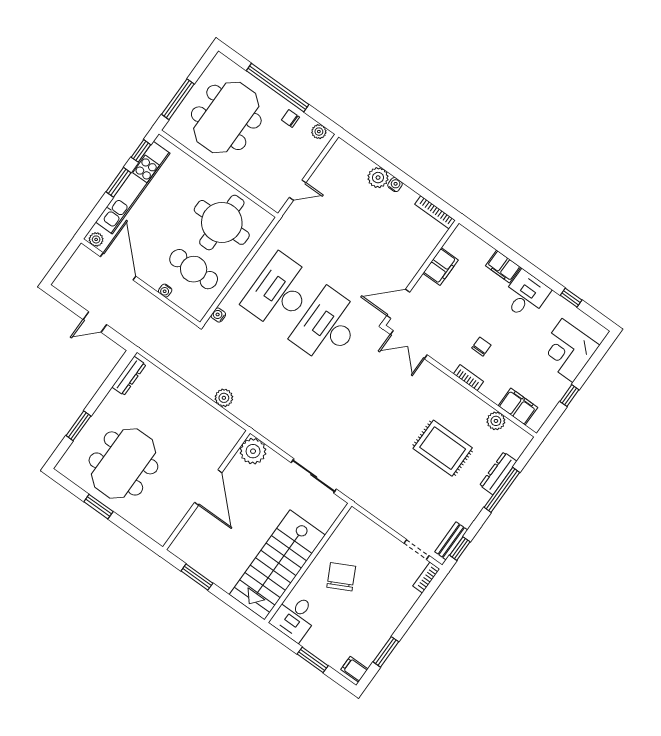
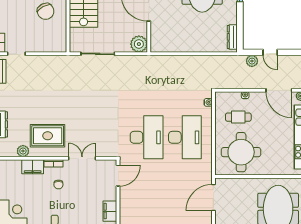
door: (298, 190) -> (213, 198), width x1.88
cafe table: (194, 269) -> (238, 117), width x0.73, depth x0.74
door: (95, 322) -> (270, 52), swing flipped
double door: (409, 345) -> (82, 158), moved
plant: (224, 398) -> (252, 61), moved
filing cabinet: (518, 407) -> (33, 167), moved
rug: (443, 448) -> (48, 136), moved

